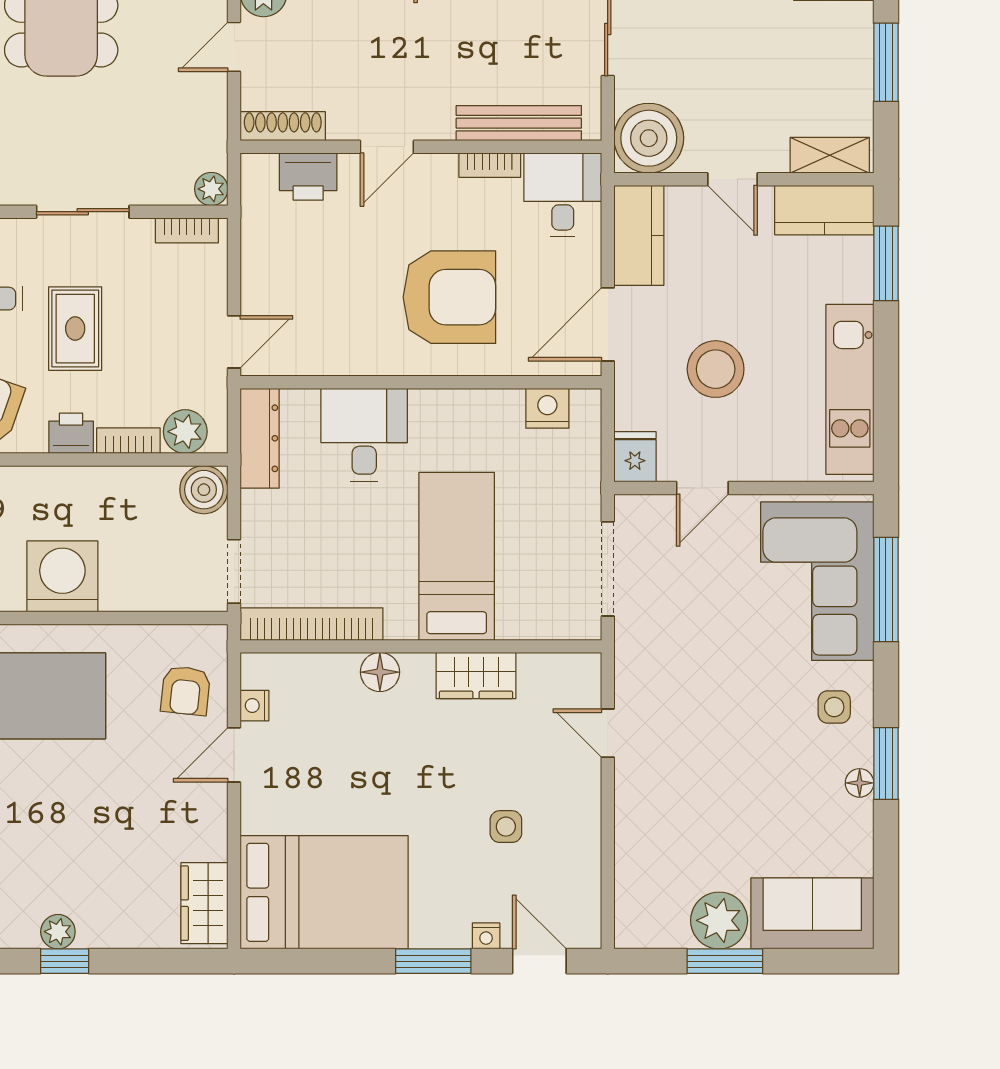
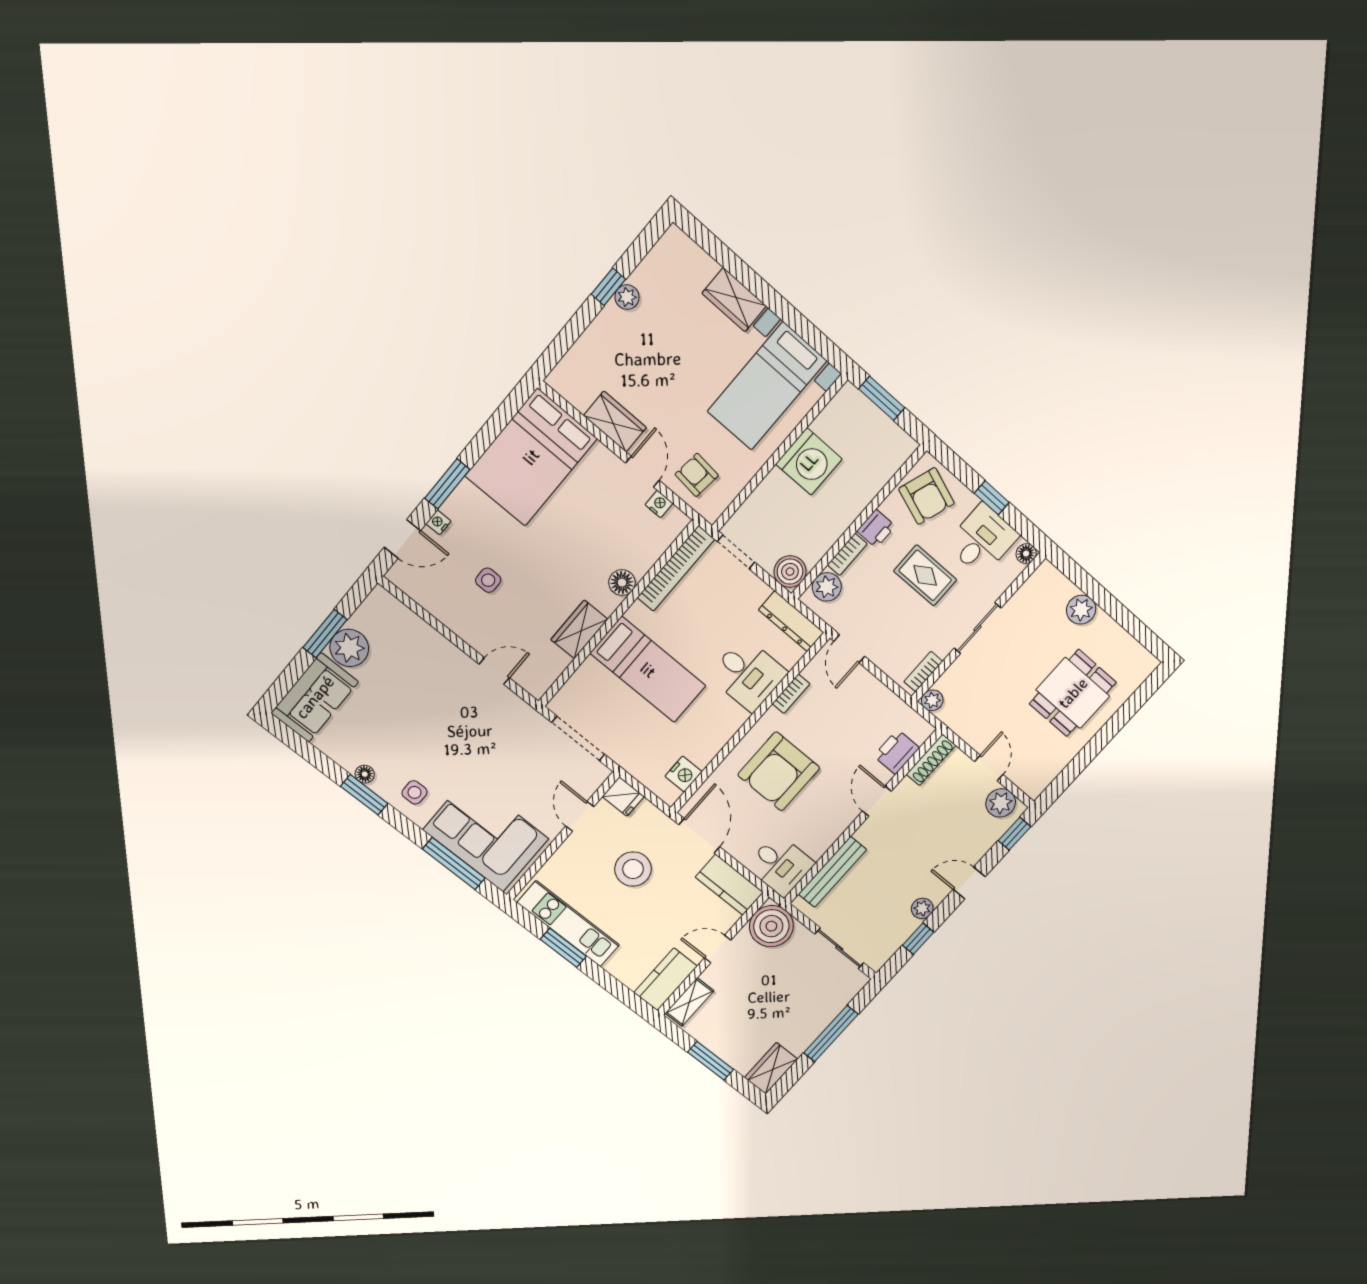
bookcase: (490, 165) -> (791, 694), moved, turned 180
window: (886, 263) -> (563, 948), moved
wardrobe: (204, 903) -> (615, 422), moved

